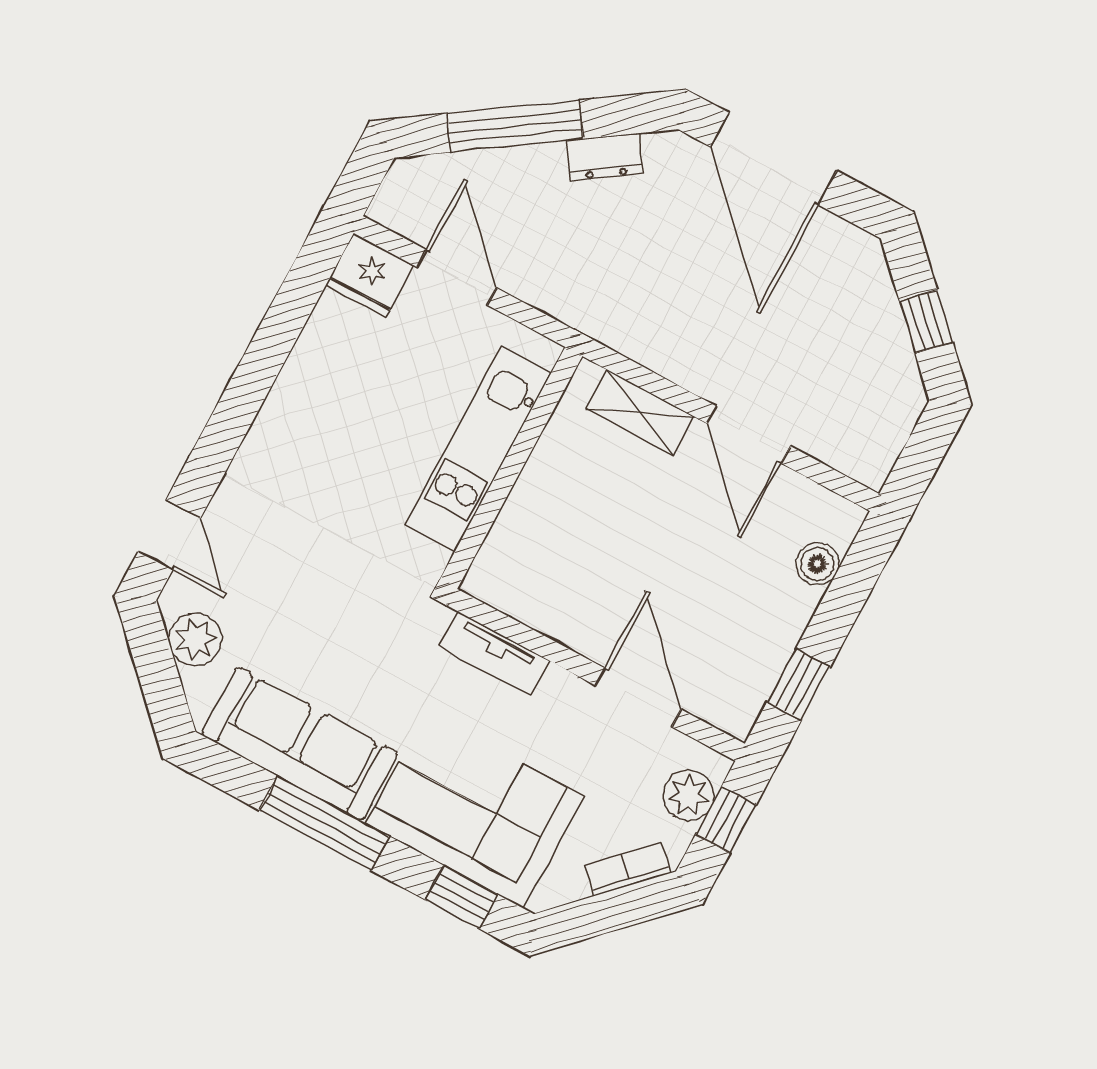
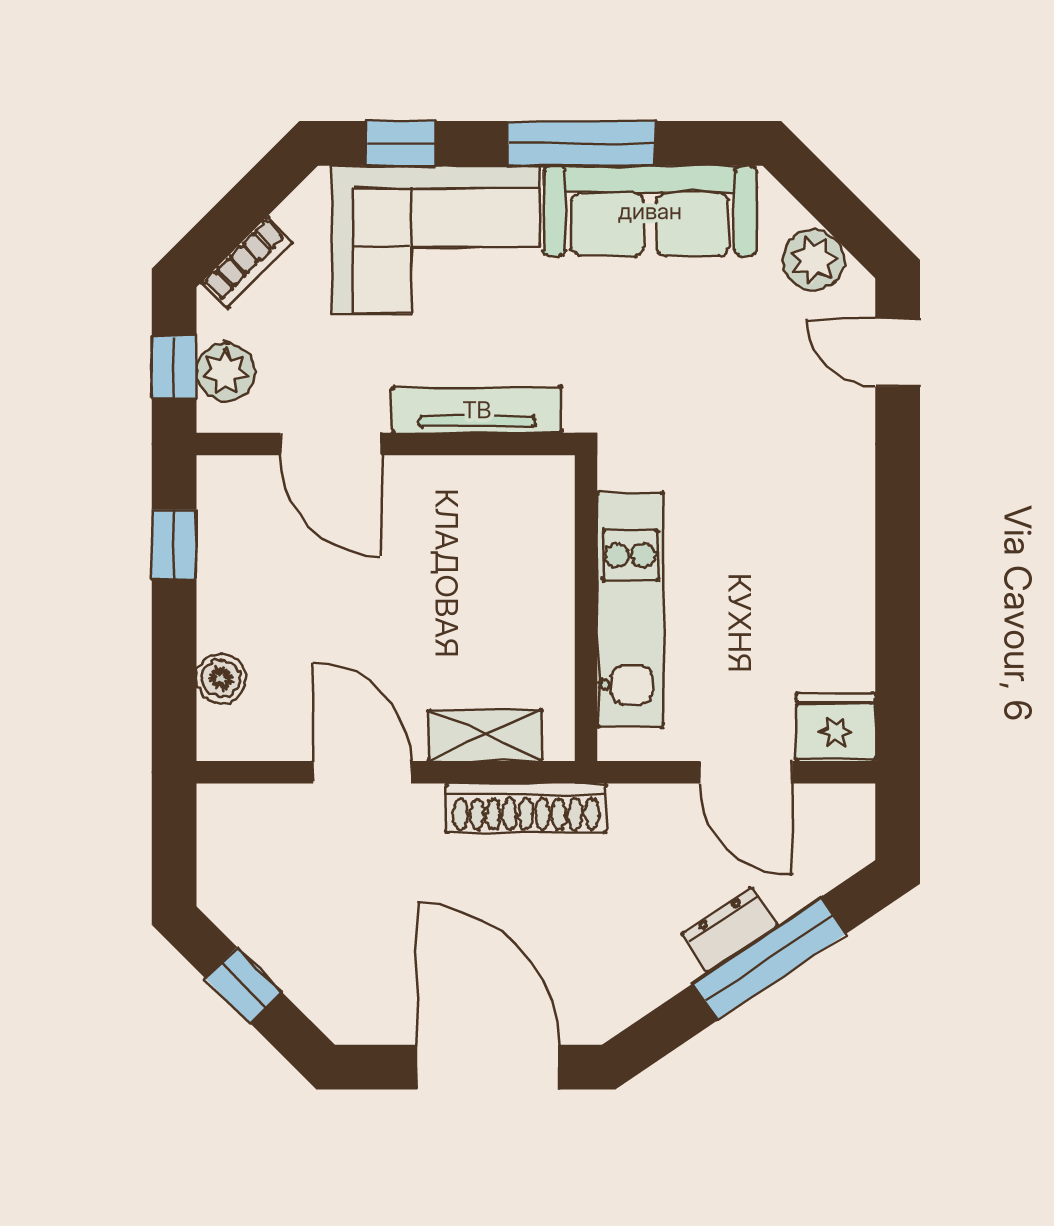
dresser: (605, 157) -> (730, 930), moved
shoe rack: (639, 340) -> (526, 808), added
tv unit: (494, 653) -> (477, 410), width x1.41

